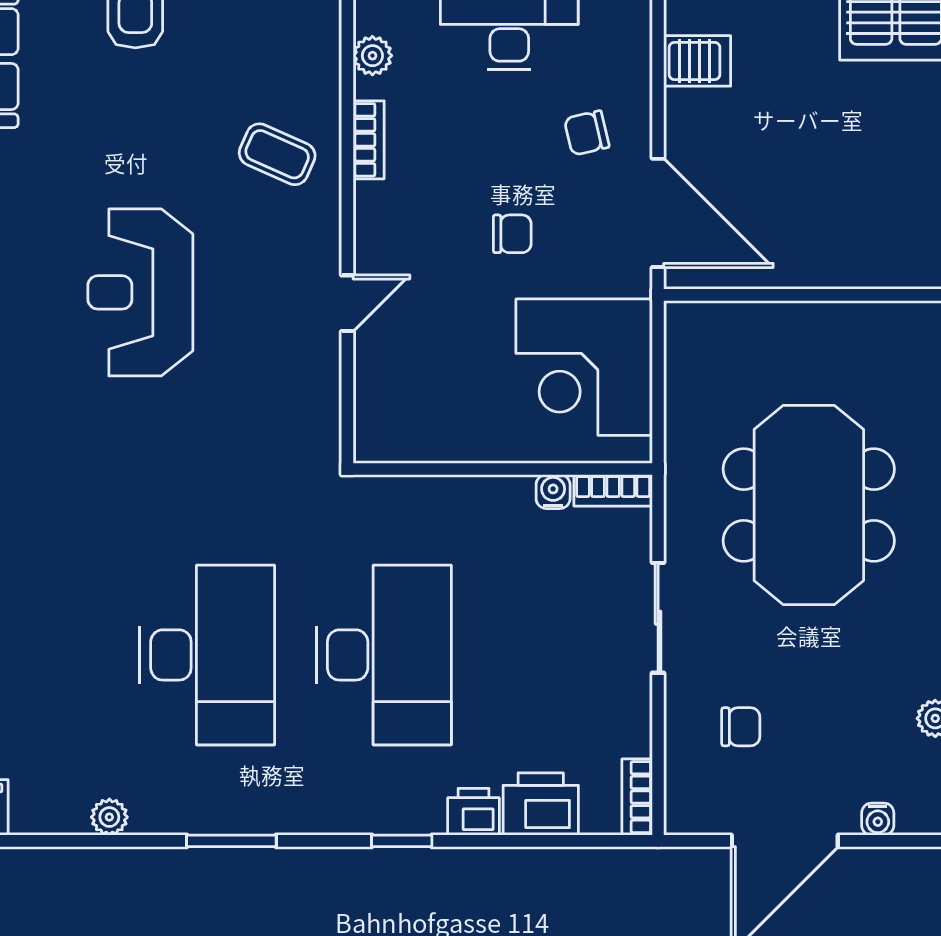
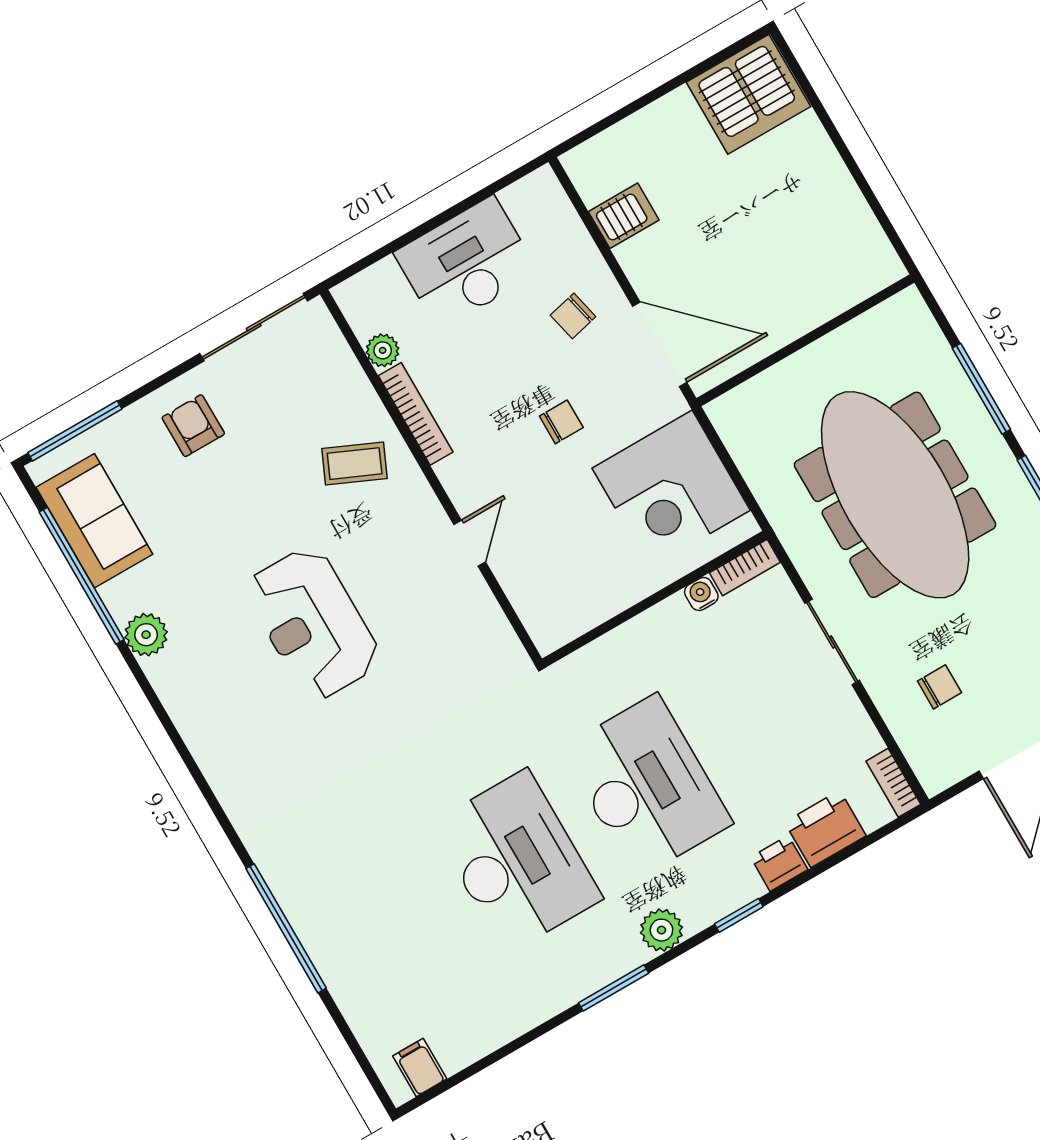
bookcase: (369, 140) -> (416, 414), width x1.56
meeting table: (809, 505) -> (895, 495), width x1.36
plant: (109, 817) -> (661, 930), moved, width x1.38, depth x1.38

